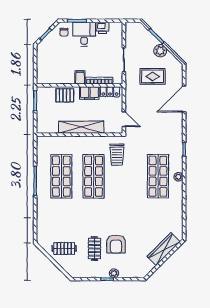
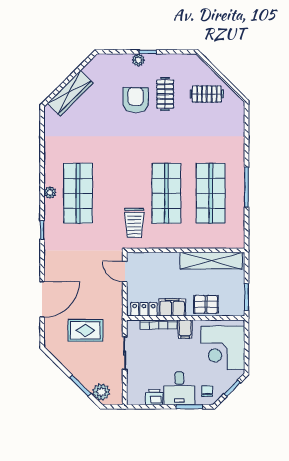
plant: (160, 51) -> (101, 392), moved
corner desk: (52, 64) -> (223, 348), added
shelving: (81, 127) -> (211, 261), moved
trolley: (117, 155) -> (134, 223), turned 180

